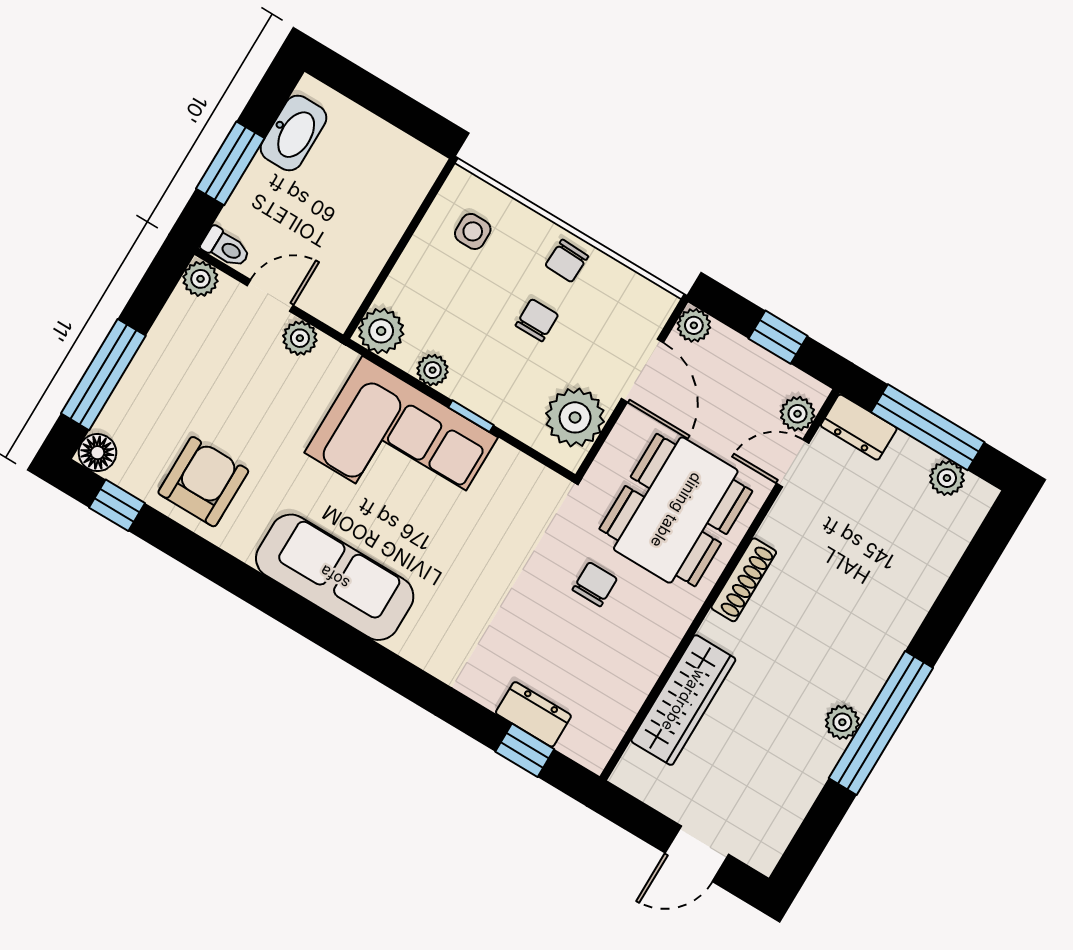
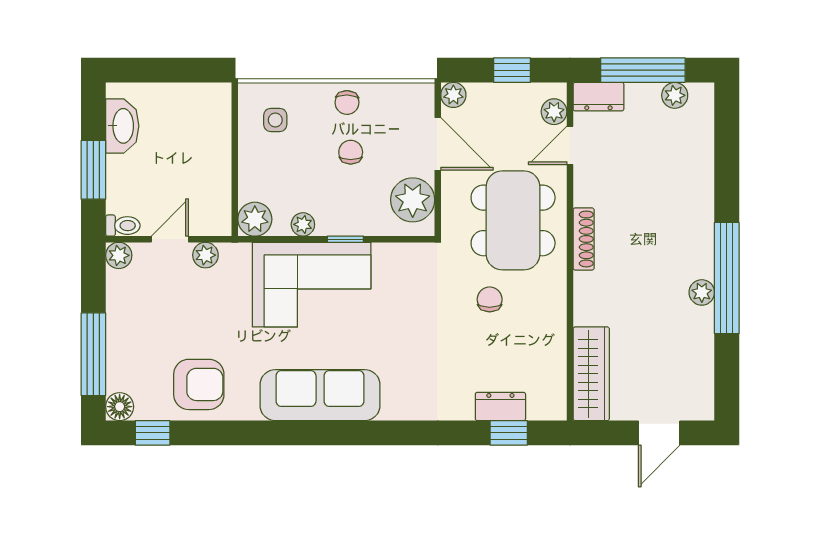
armchair: (203, 482) -> (199, 384), turned 90
wardrobe: (683, 700) -> (591, 374), moved

